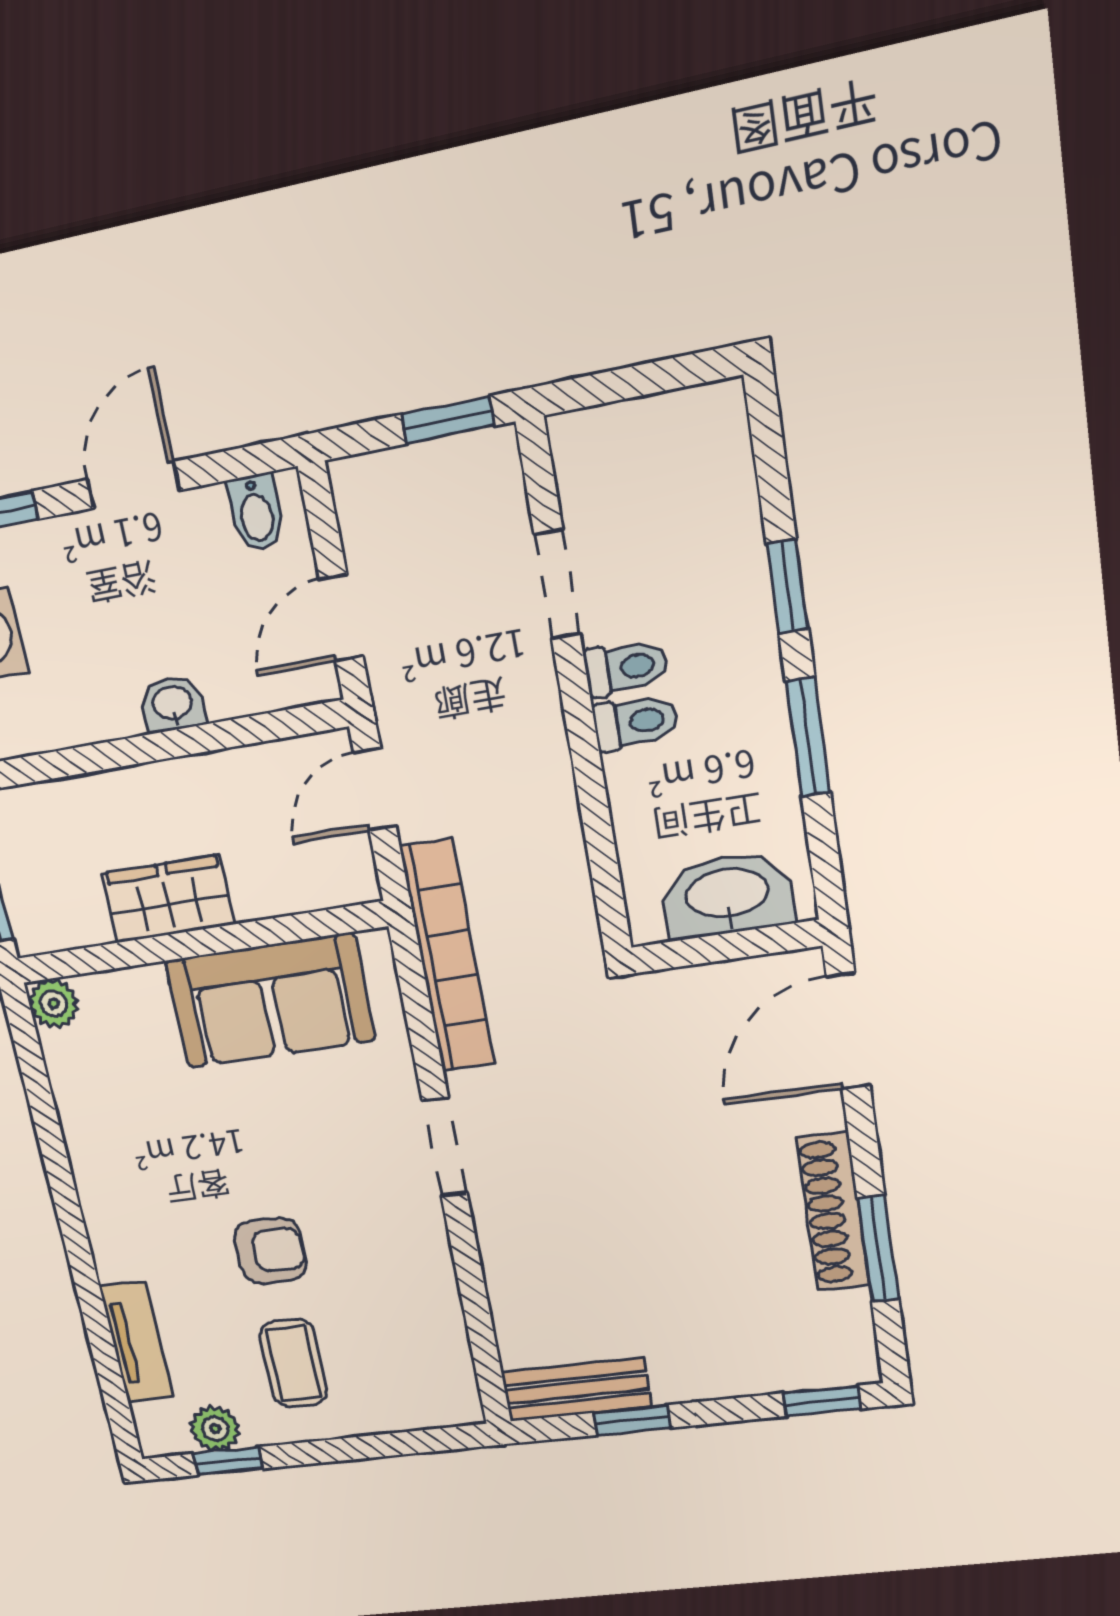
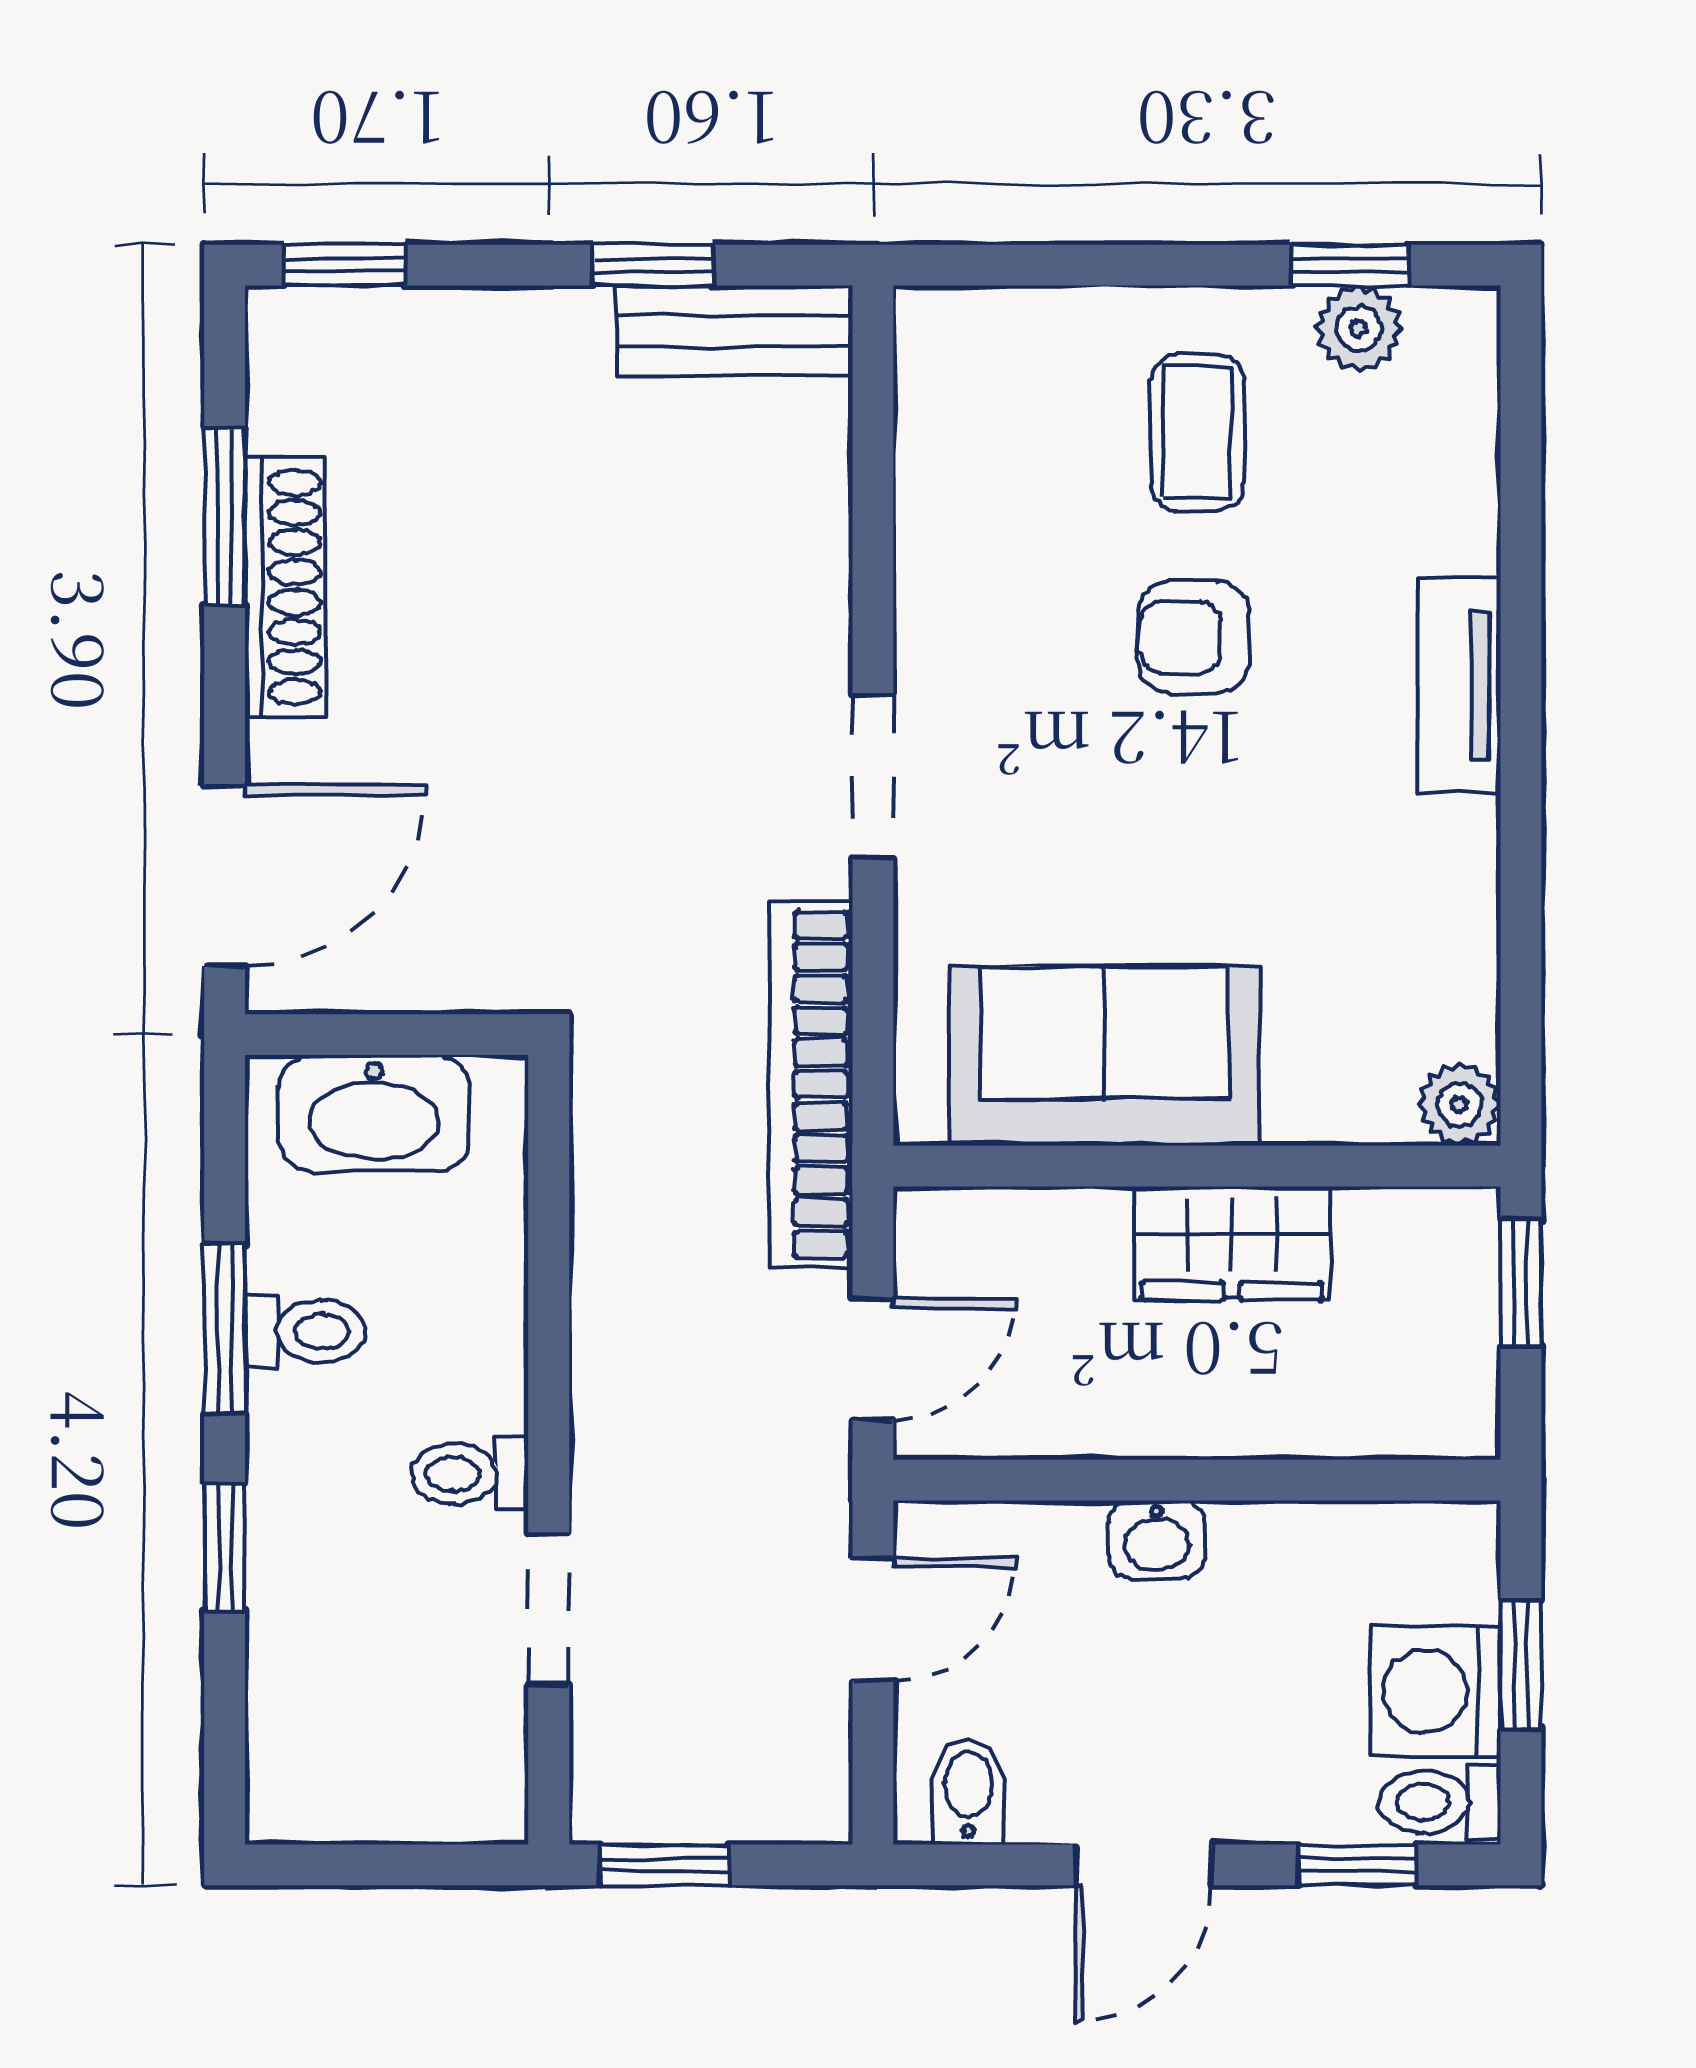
toilet: (635, 722) -> (305, 1331), moved, turned 180
tv unit: (136, 1342) -> (1459, 686), moved

